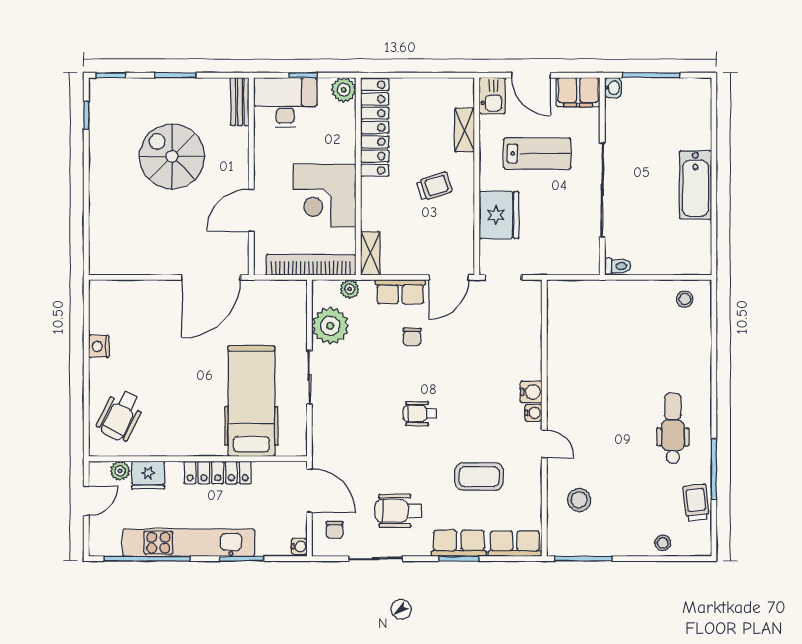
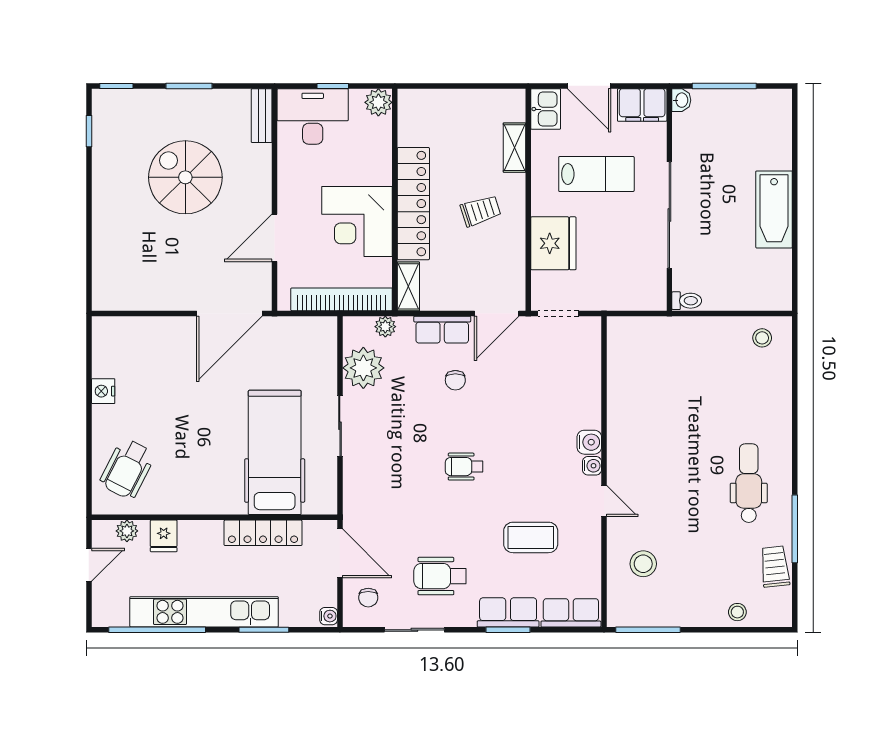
locker: (375, 128) -> (413, 204), moved
locker: (218, 472) -> (263, 533), moved
fridge: (148, 475) -> (164, 536), width x0.72

